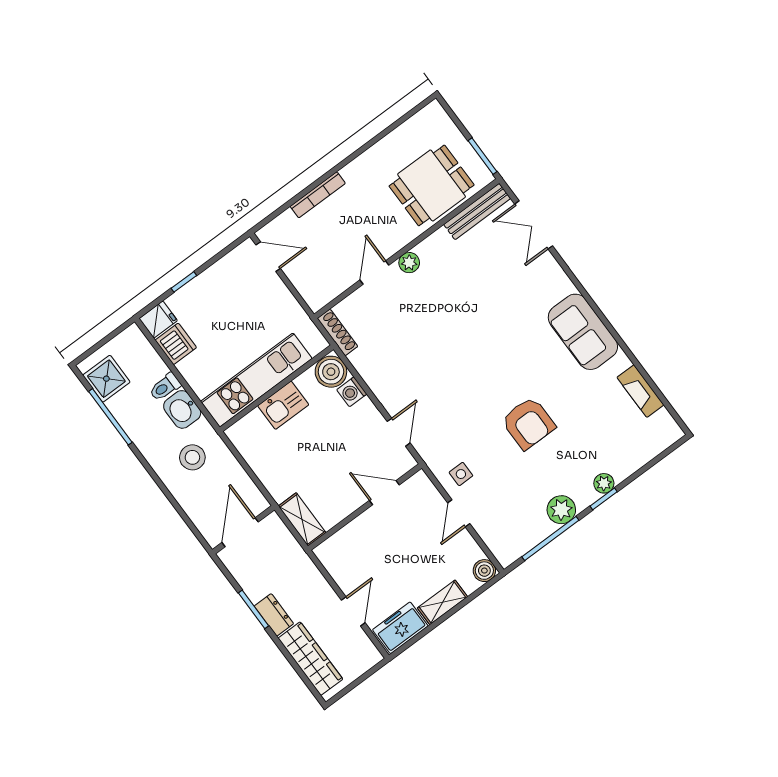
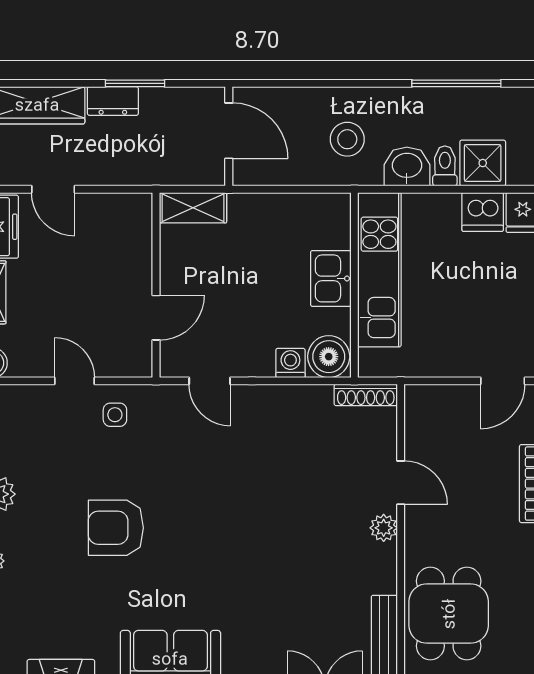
shower: (106, 379) -> (483, 163), moved

